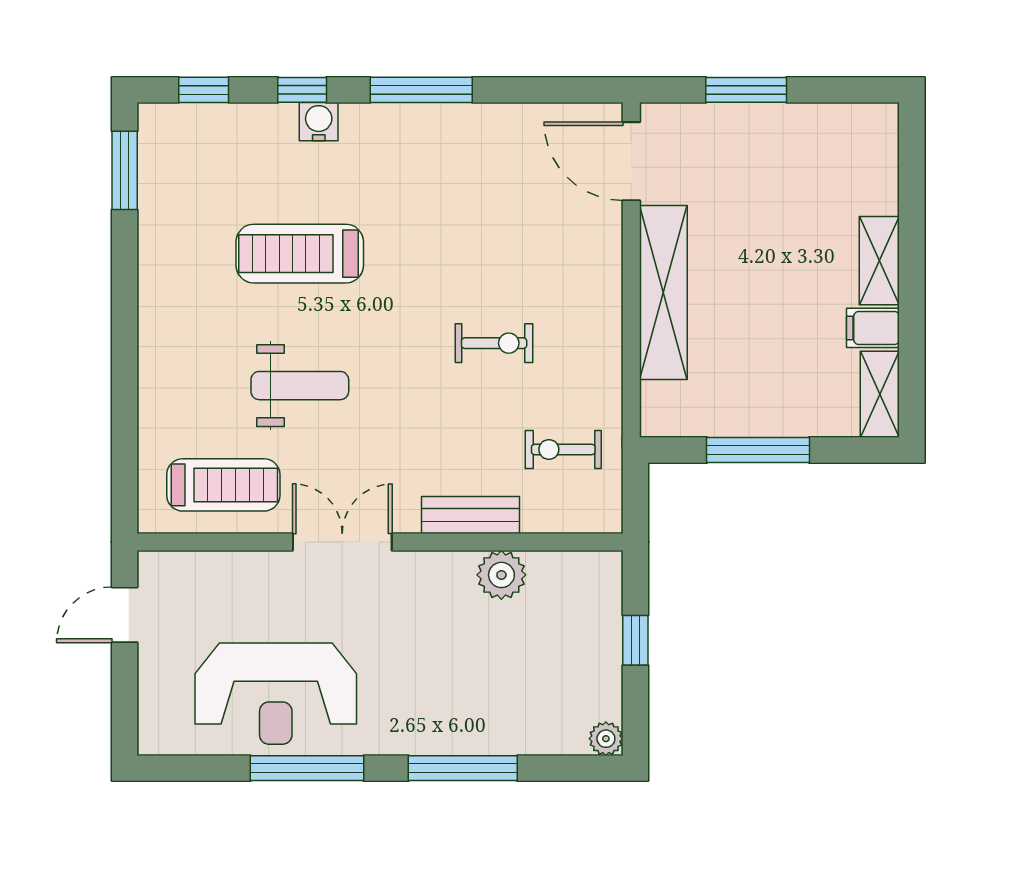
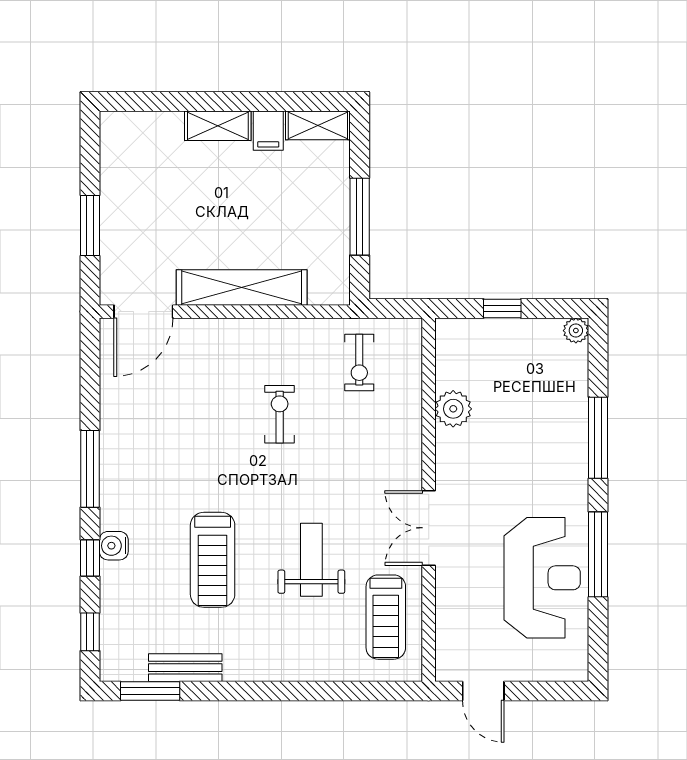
treadmill: (223, 485) -> (386, 617), turned 180
bench: (471, 515) -> (185, 668), moved, turned 90

